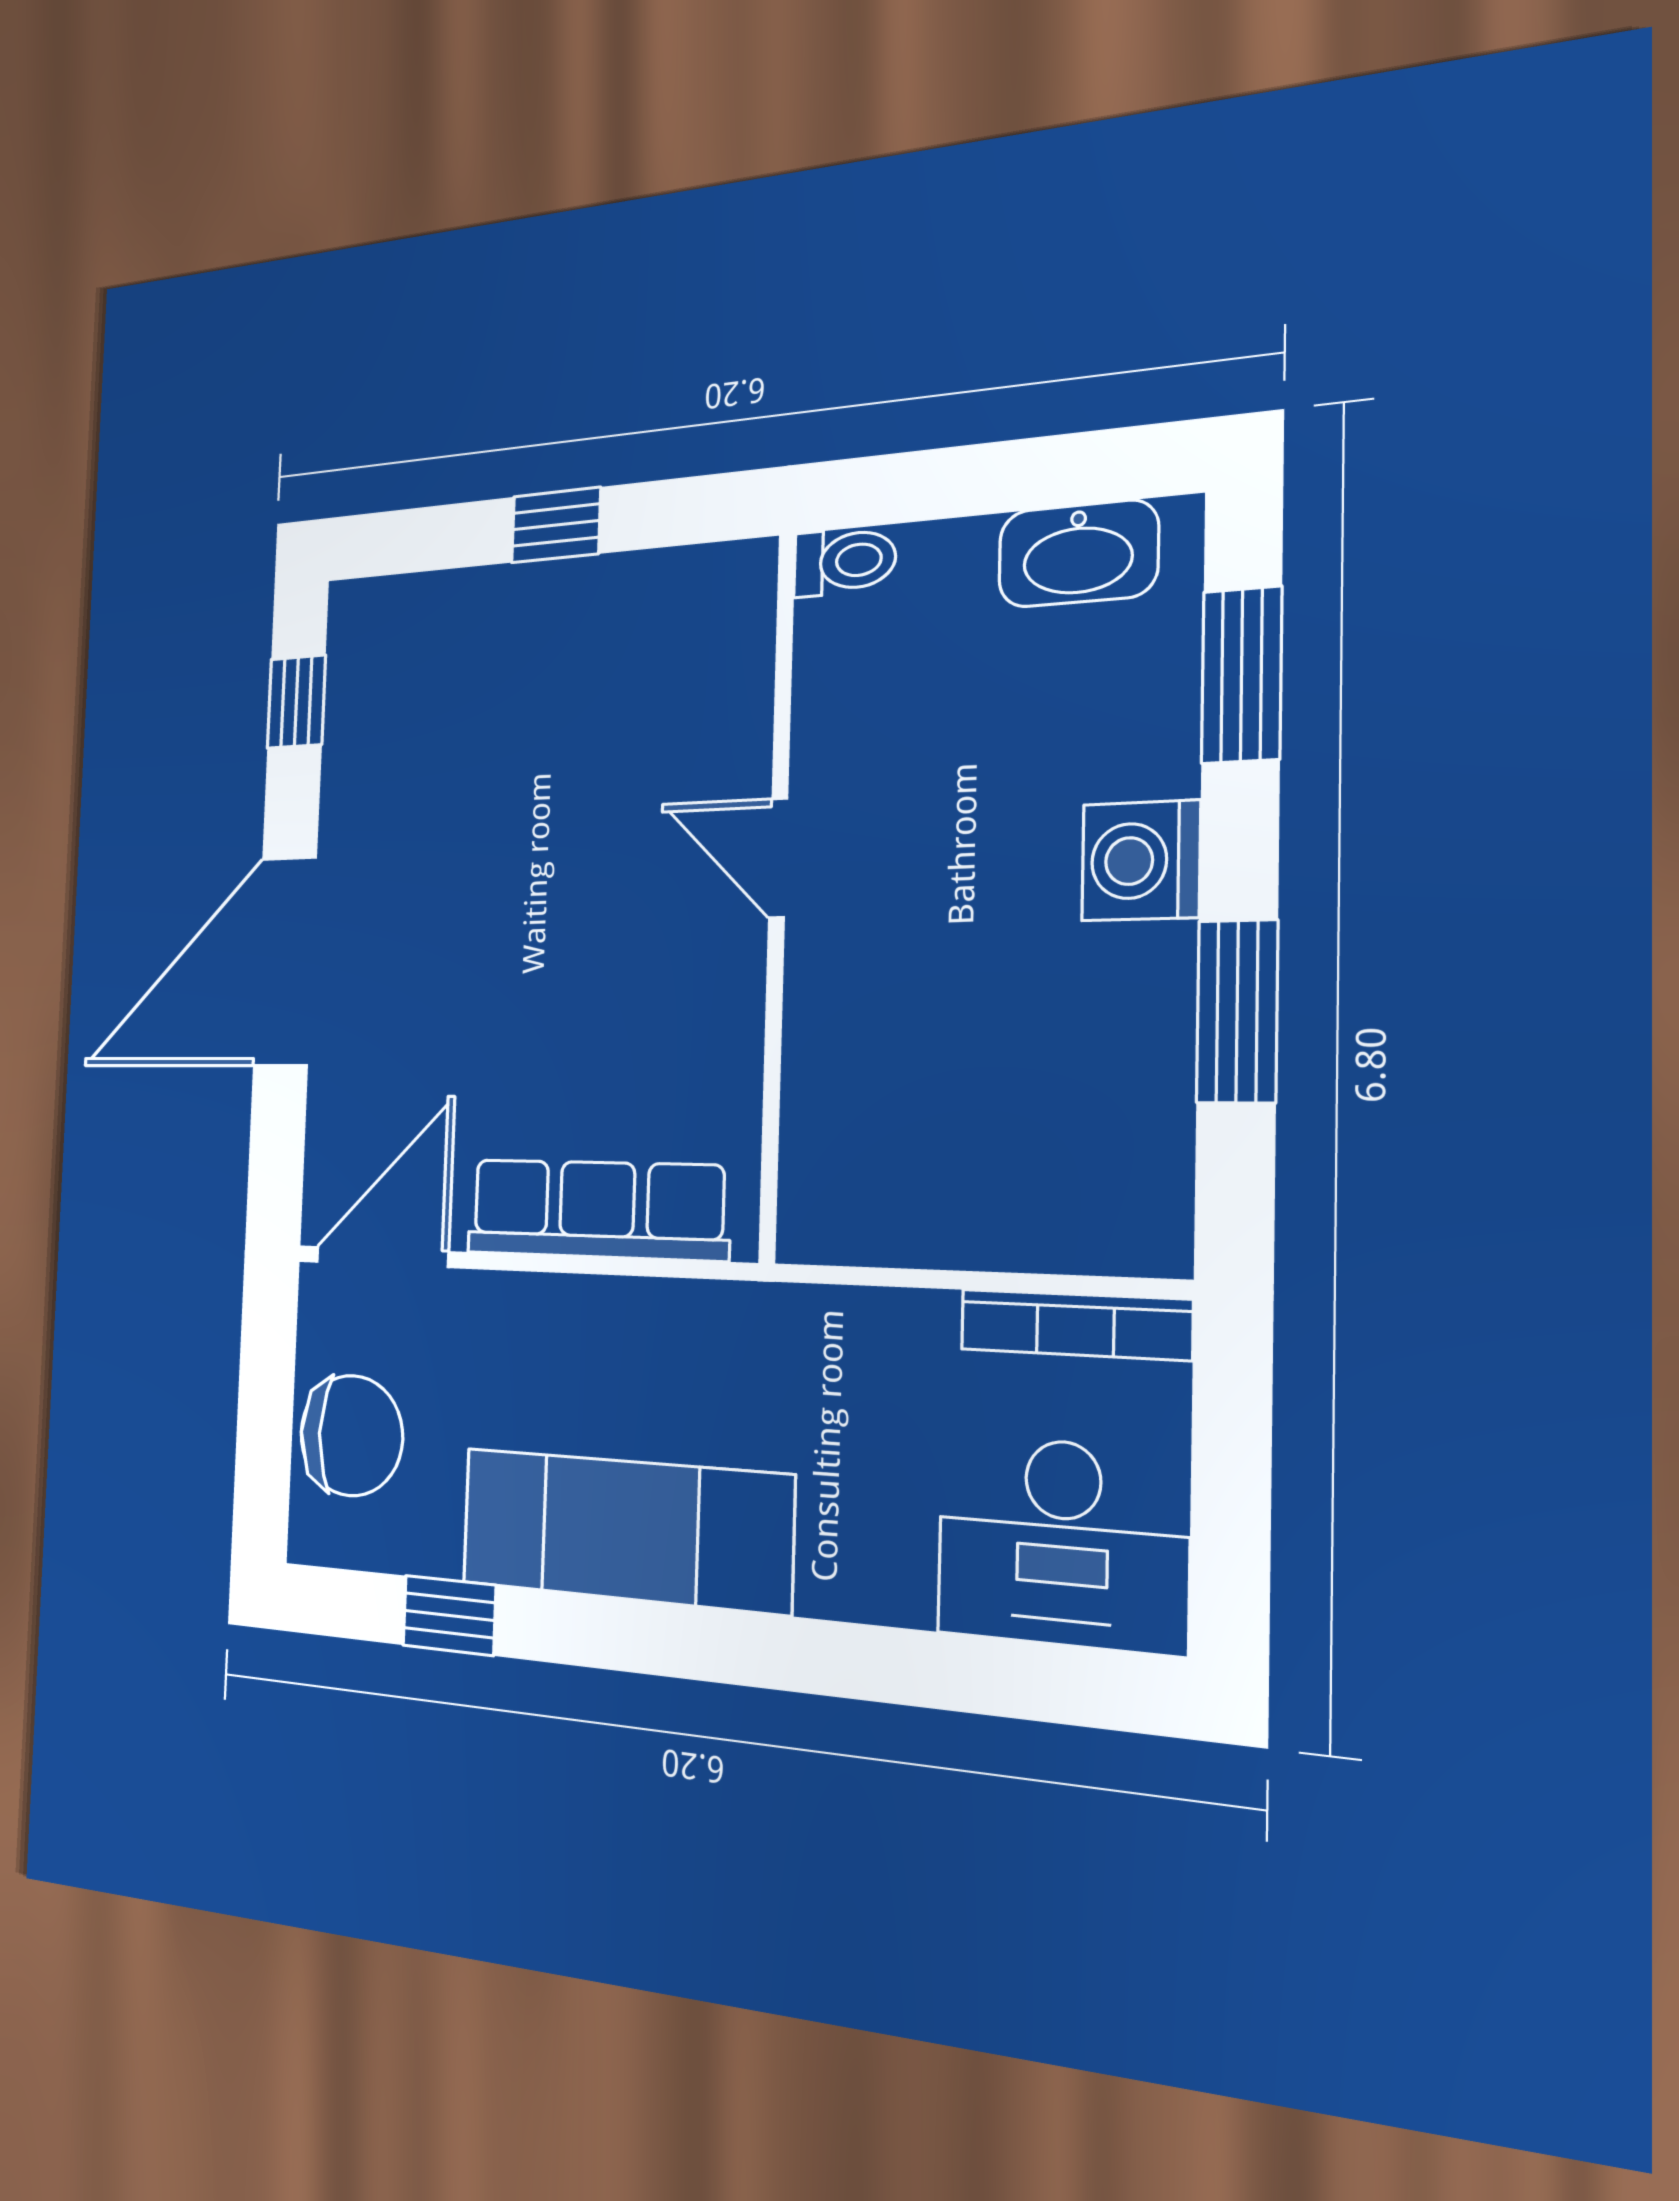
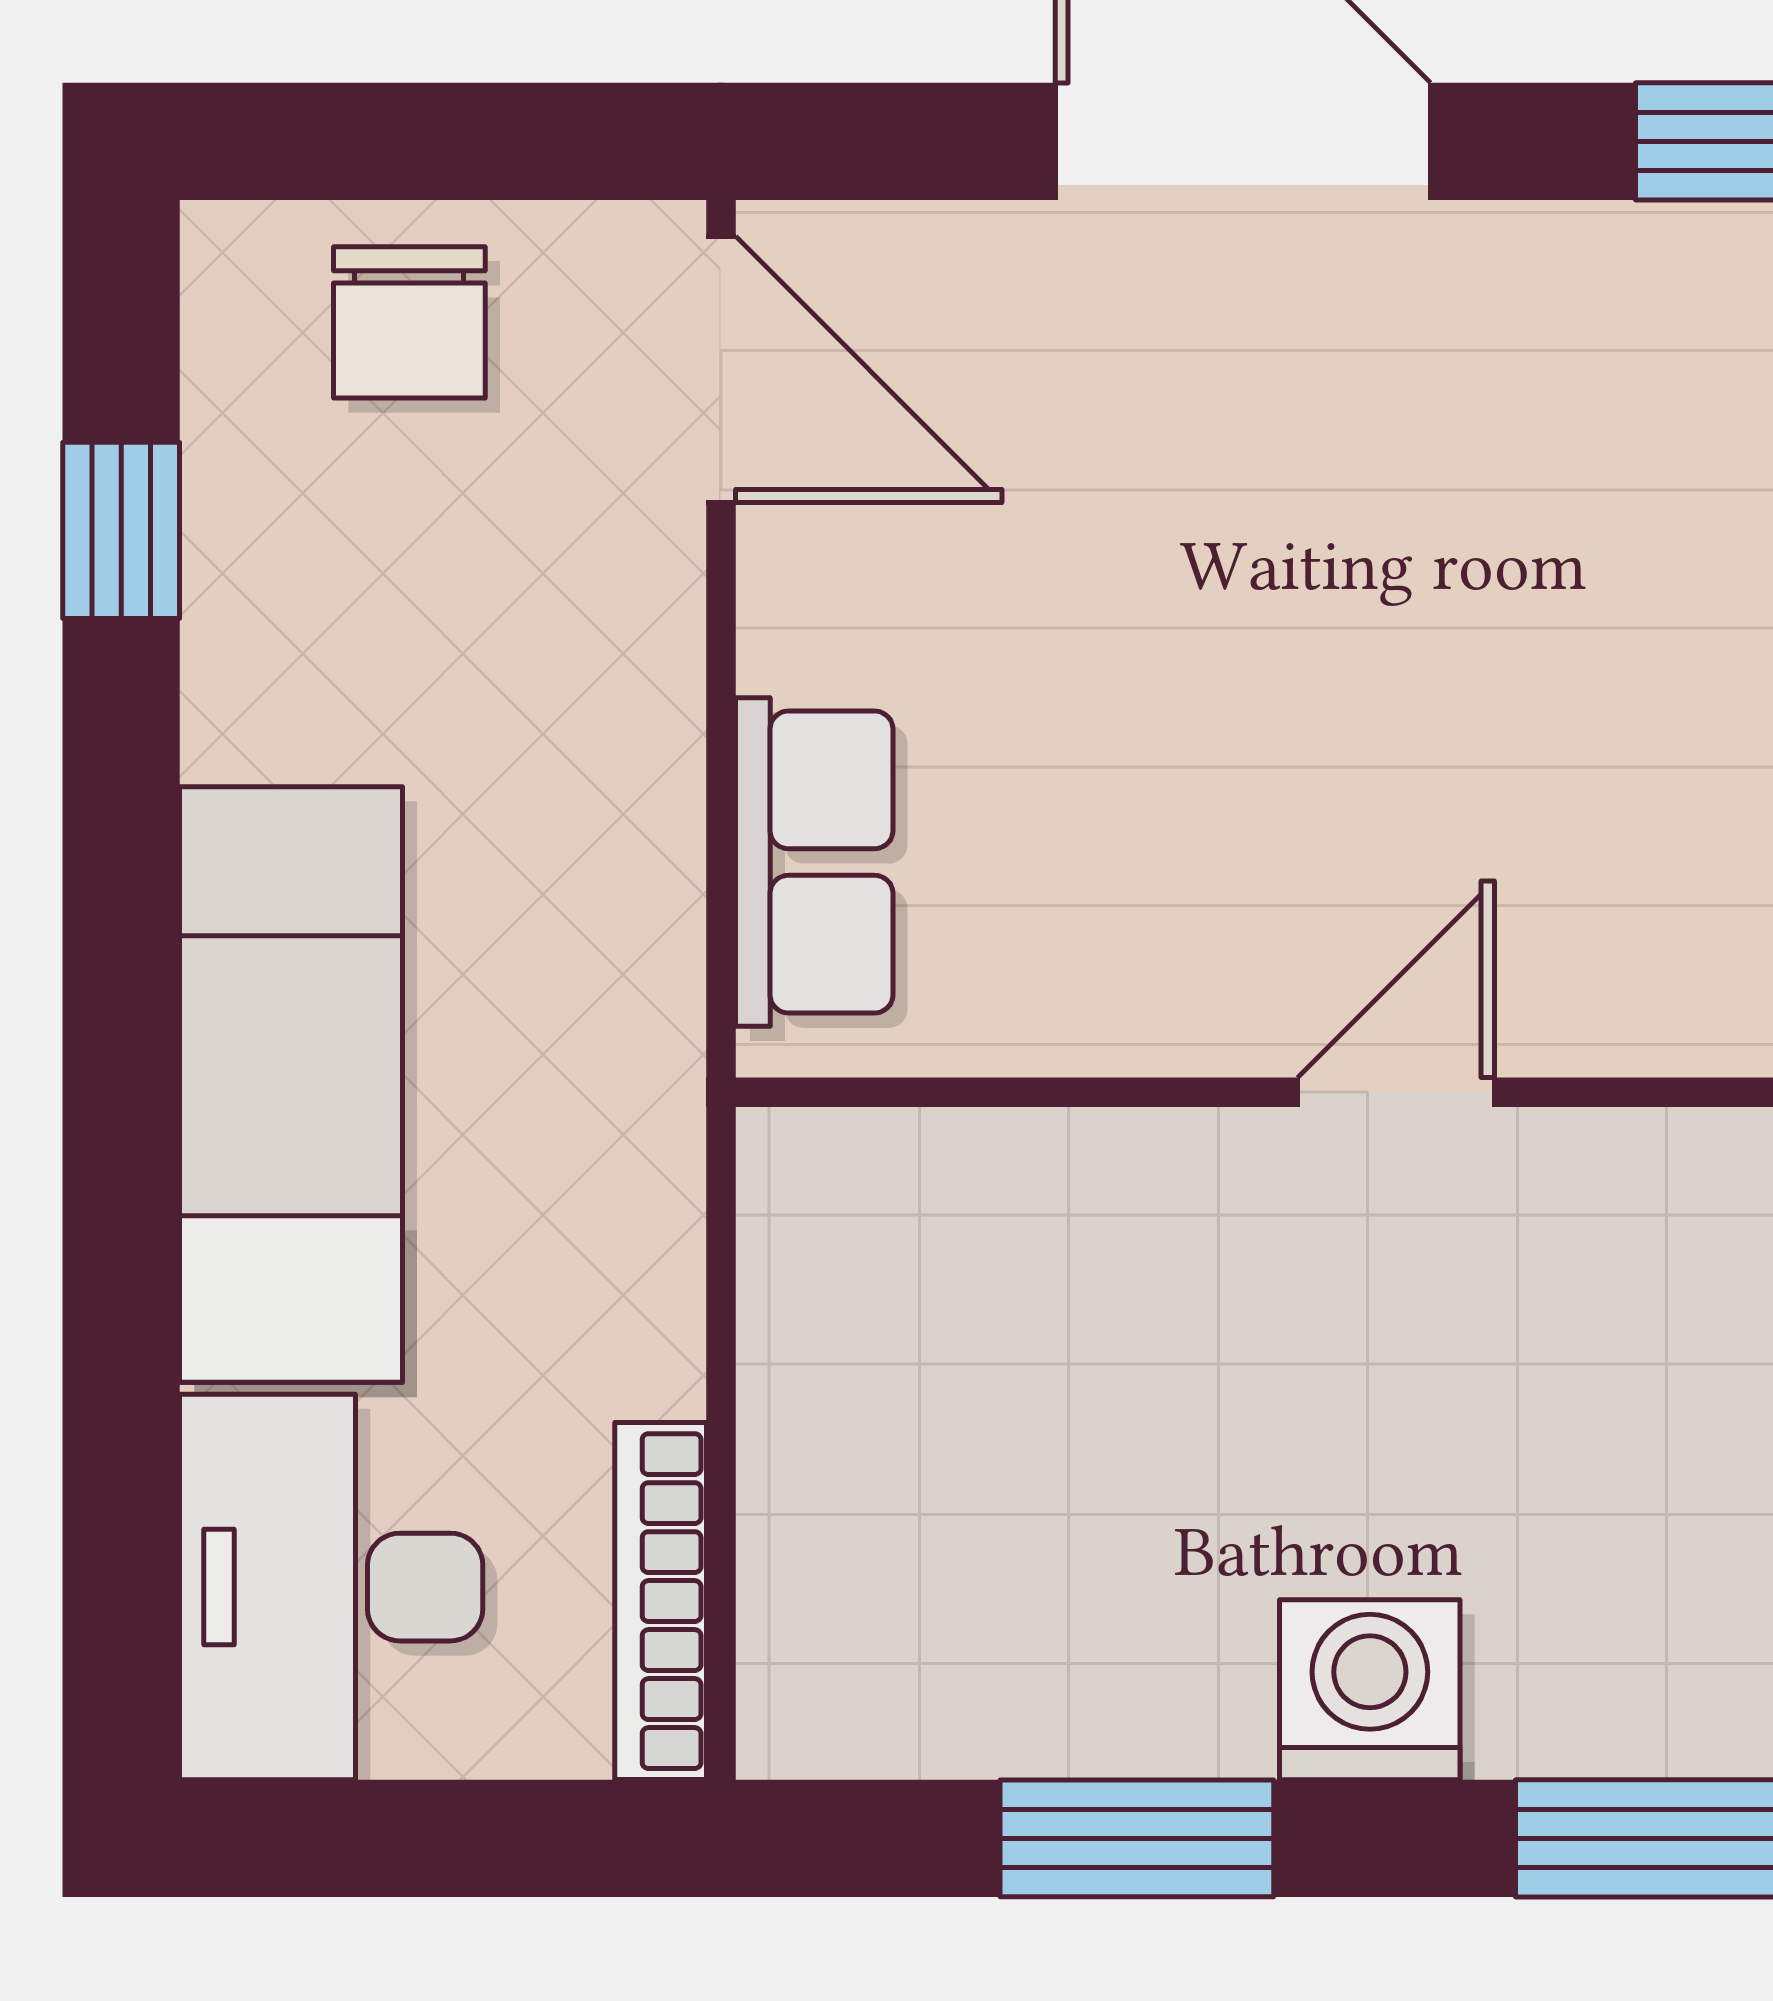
row of seats: (597, 1210) -> (814, 862), width x0.68
chair: (352, 1436) -> (409, 322), width x0.73, depth x0.73
exam couch: (625, 1530) -> (291, 1085), moved

